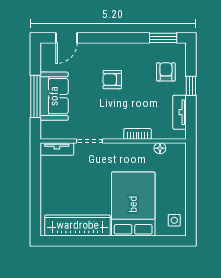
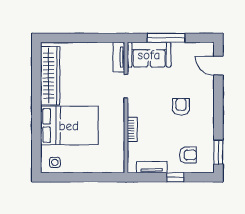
sofa: (54, 96) -> (149, 55), moved
floor lamp: (160, 148) -> (119, 150), removed

